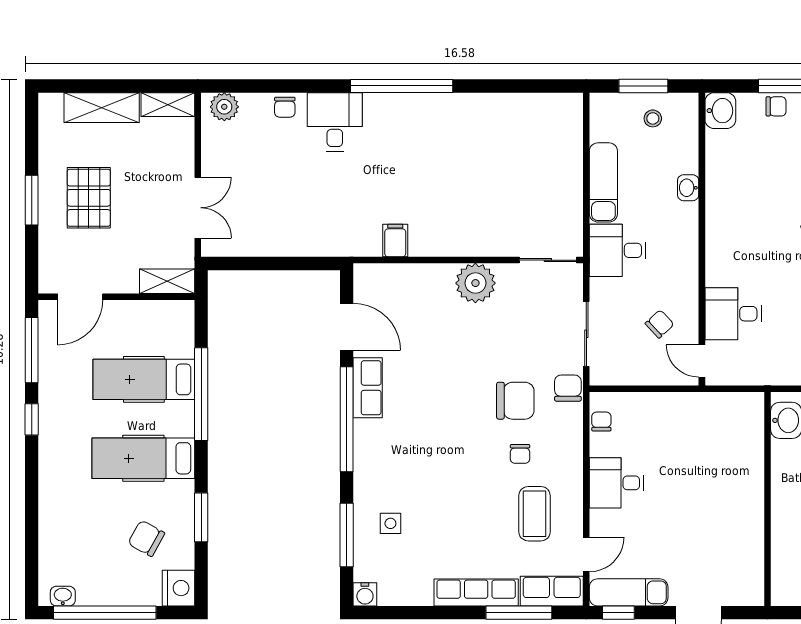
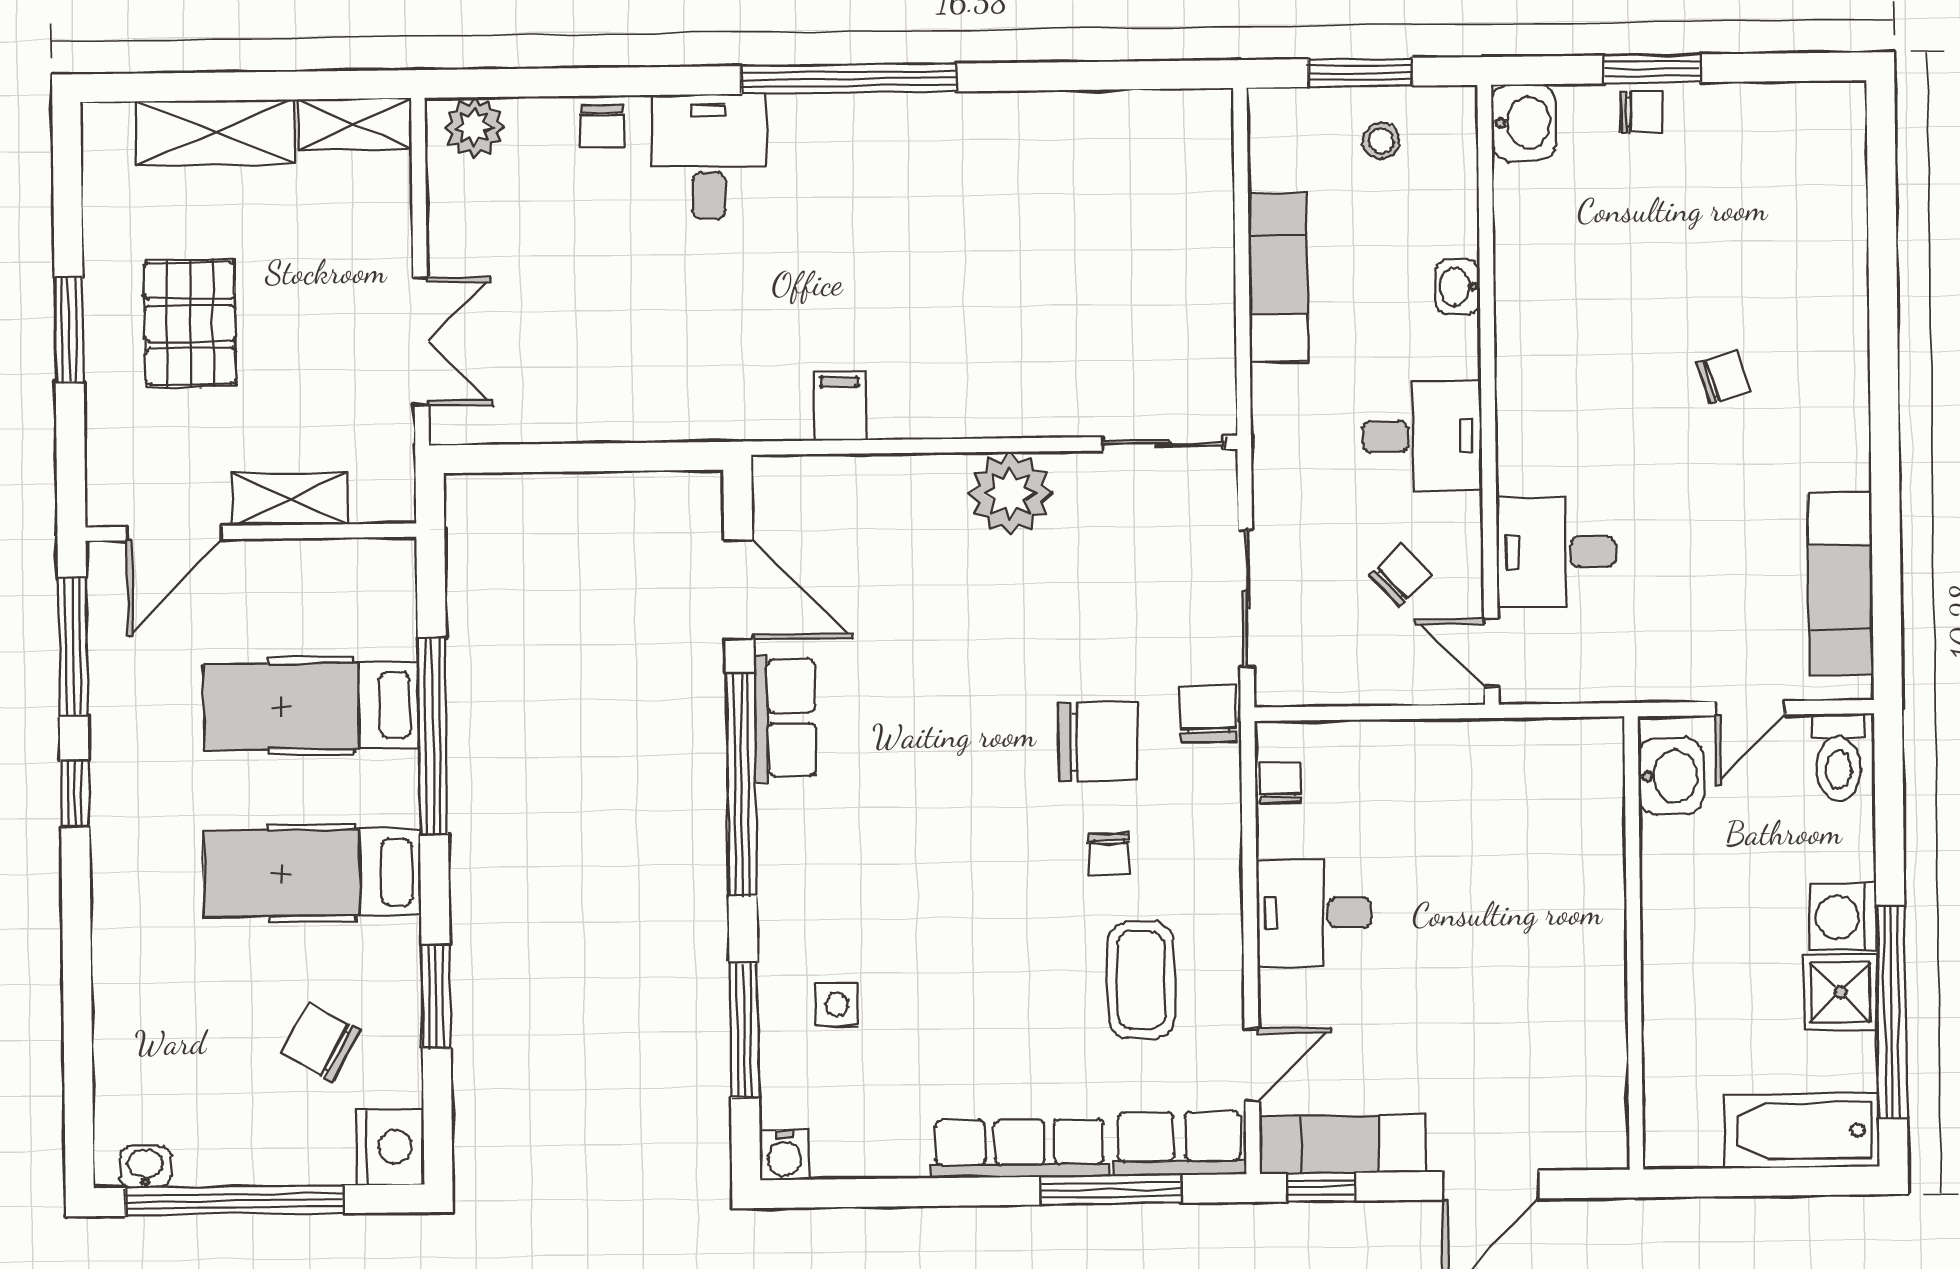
desk: (618, 250) -> (1422, 436), moved, turned 180
shelving: (167, 281) -> (290, 499), moved

